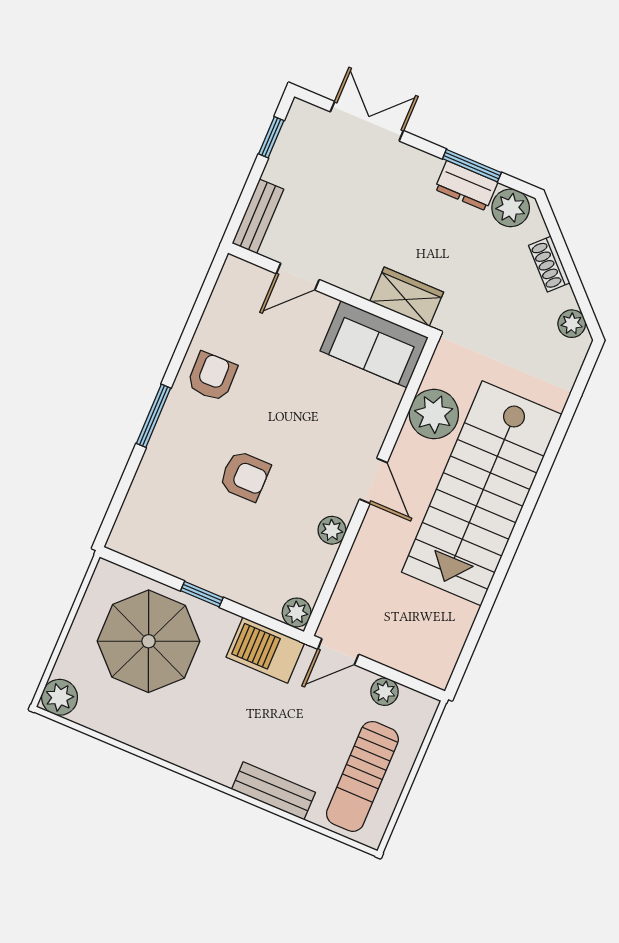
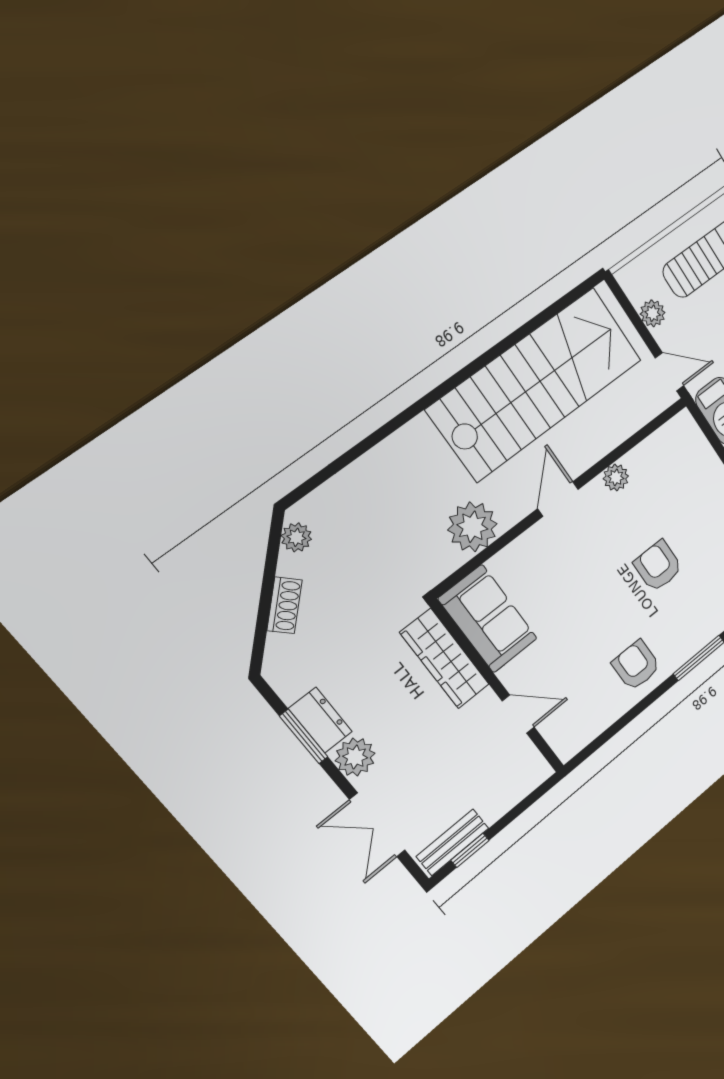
plant: (511, 208) -> (355, 757), moved
bench: (258, 216) -> (453, 842), moved
wardrobe: (407, 297) -> (445, 659), width x1.50
armchair: (212, 377) -> (636, 665), turned 91
stairs: (482, 493) -> (536, 384), moved
plant: (297, 612) -> (683, 426), removed

